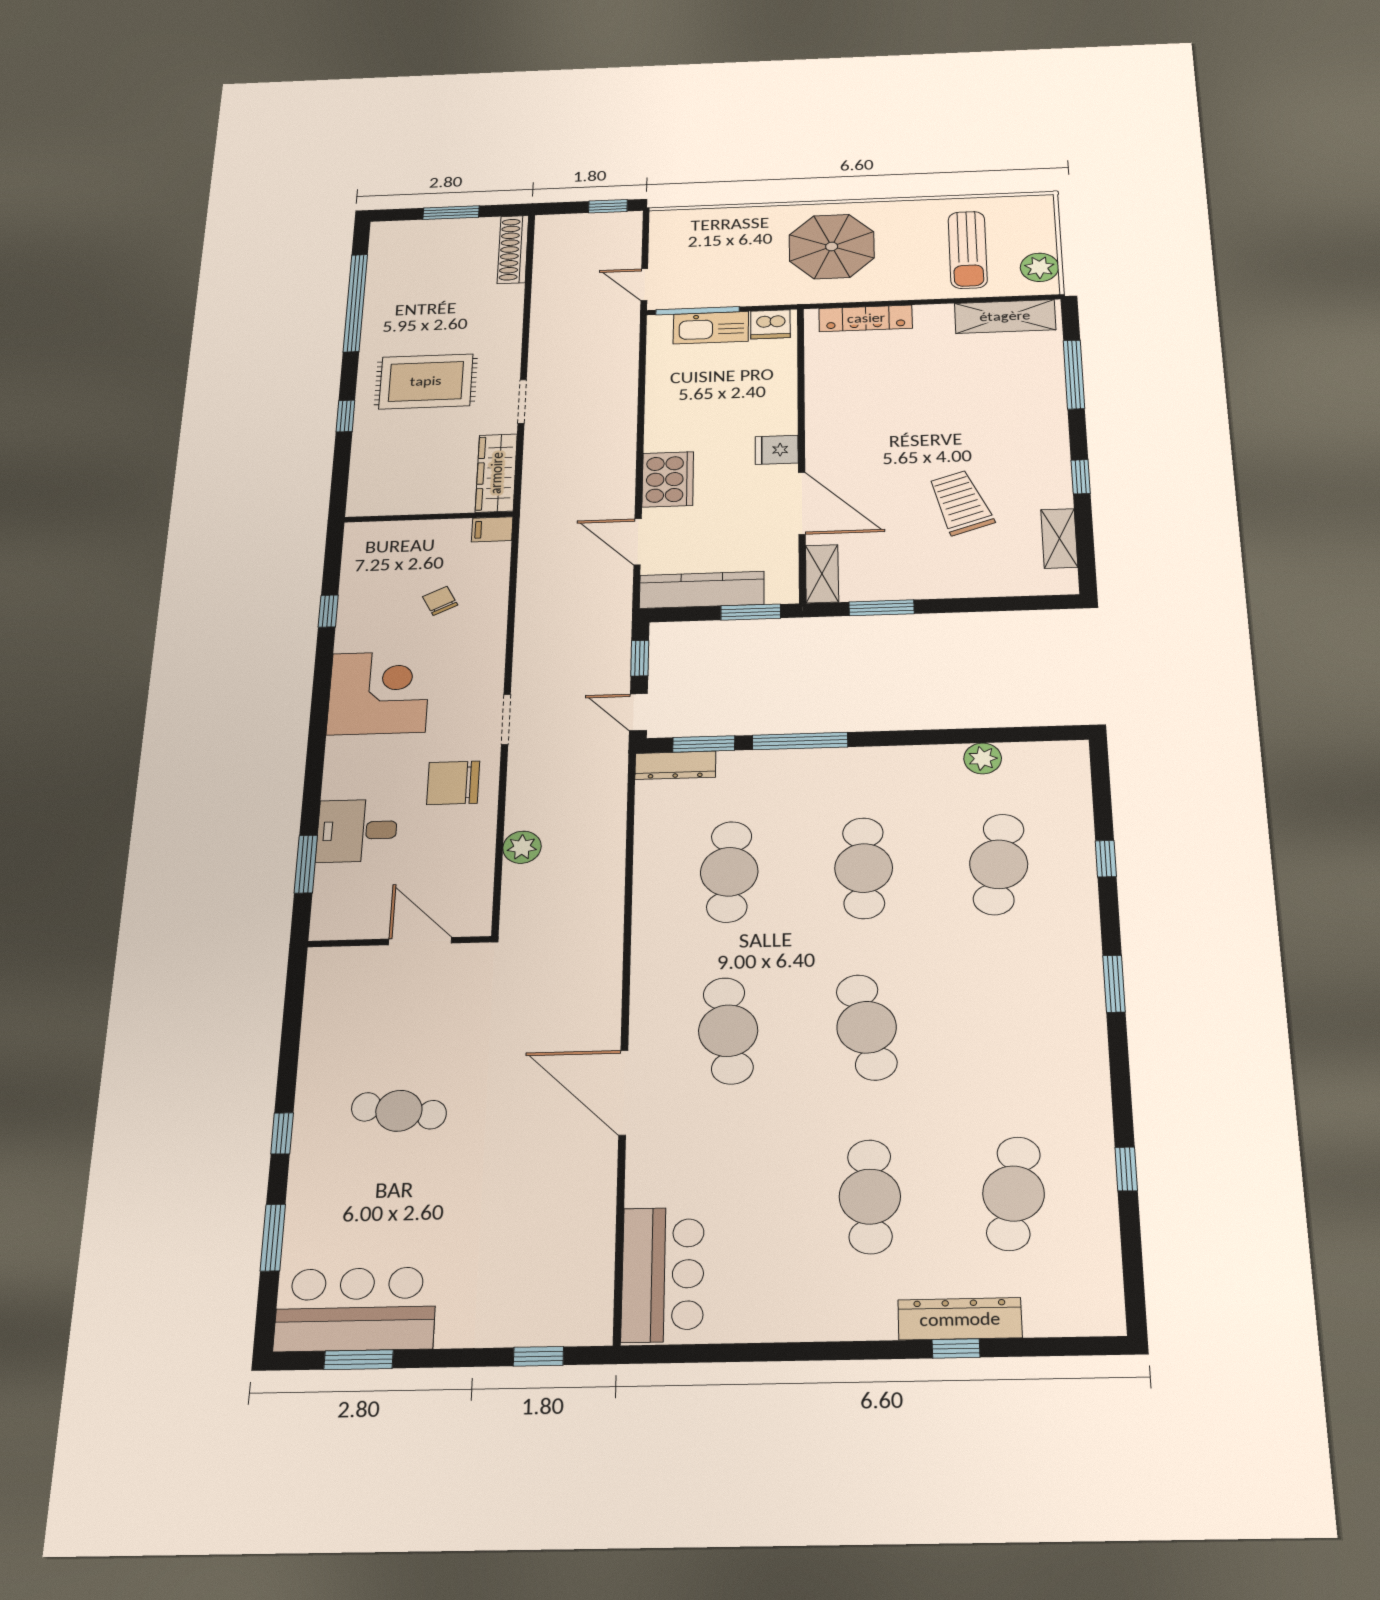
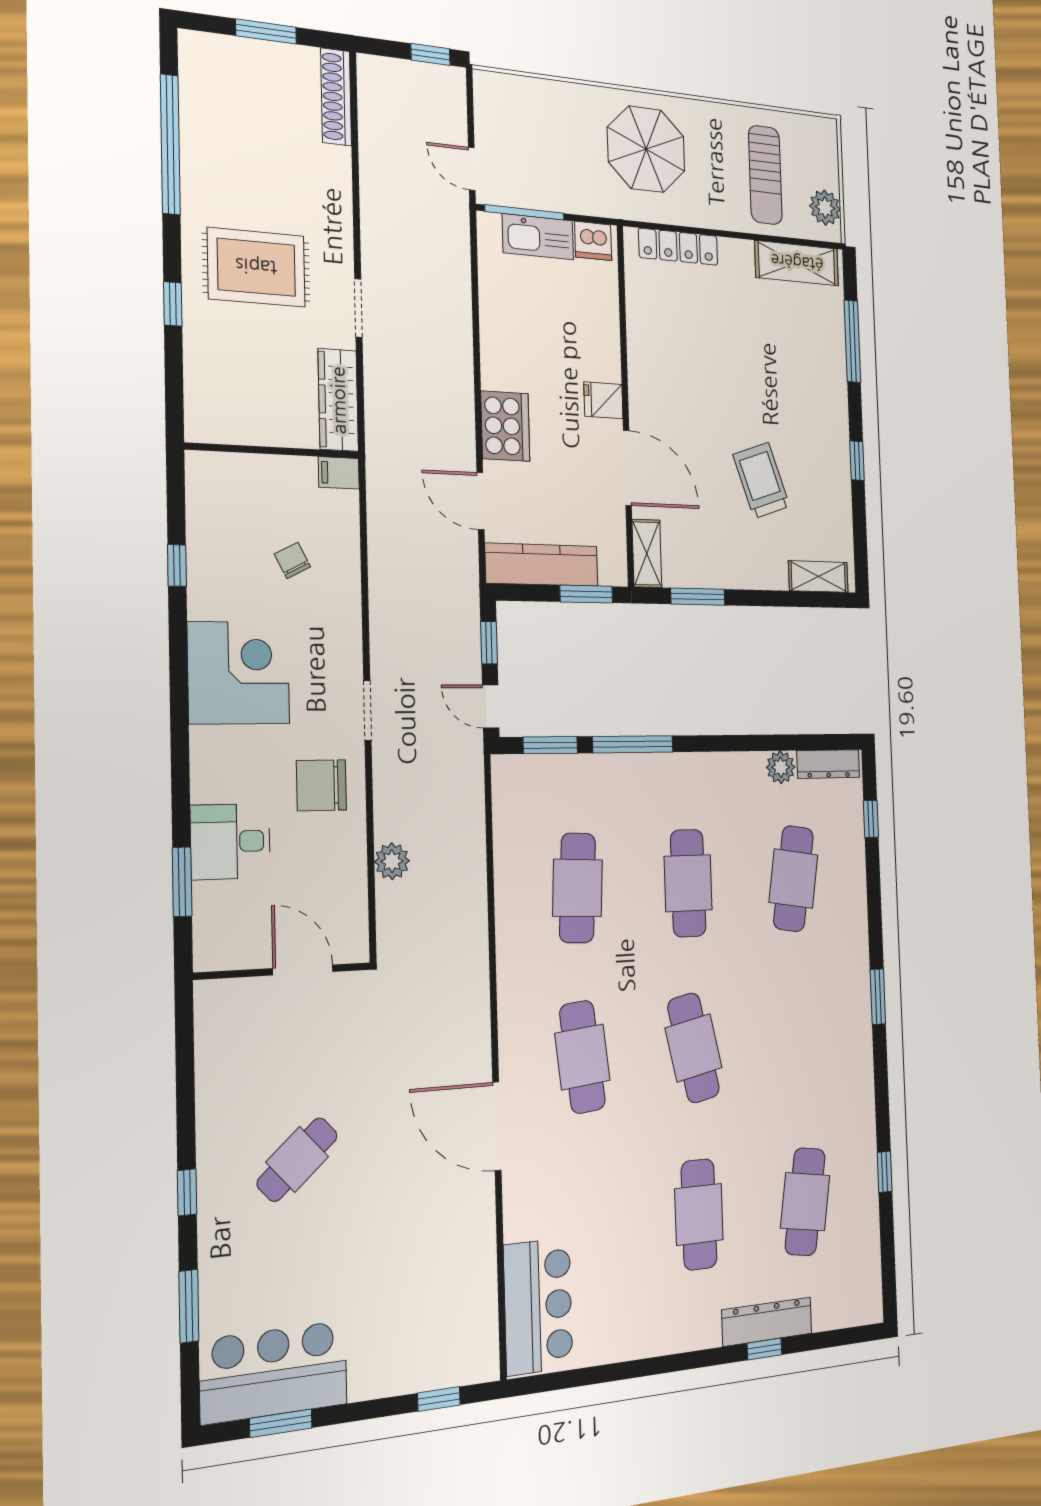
shelving: (1059, 538) -> (818, 576), moved, turned 90
dresser: (675, 765) -> (828, 764), moved
window: (1106, 859) -> (871, 819), moved
cafe table: (399, 1111) -> (297, 1159), turned -51

